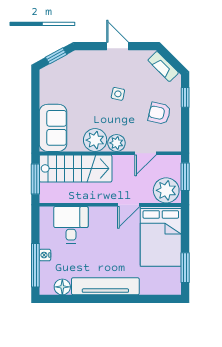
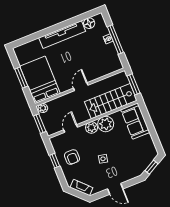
window: (185, 97) -> (55, 161), moved
armchair: (159, 113) -> (72, 157), turned 77
plant: (166, 190) -> (43, 108), width x0.53, depth x0.53
door: (129, 205) -> (81, 87), moved
desk: (71, 225) -> (99, 65), removed
window: (35, 265) -> (115, 39), moved
window: (185, 268) -> (21, 78), moved

